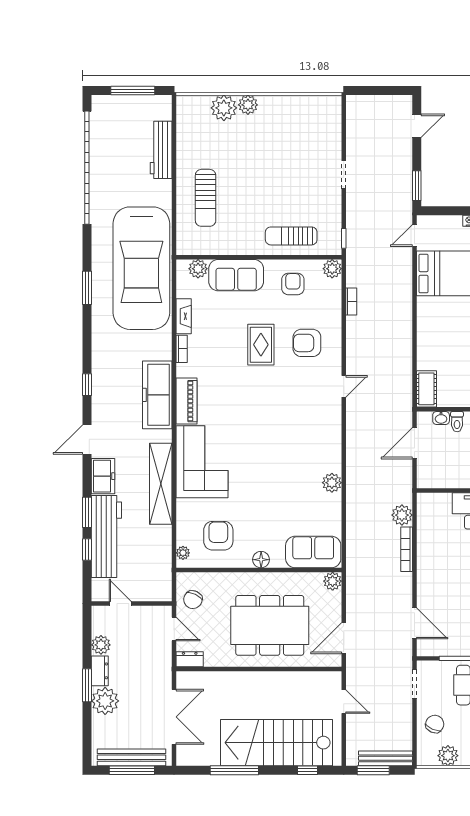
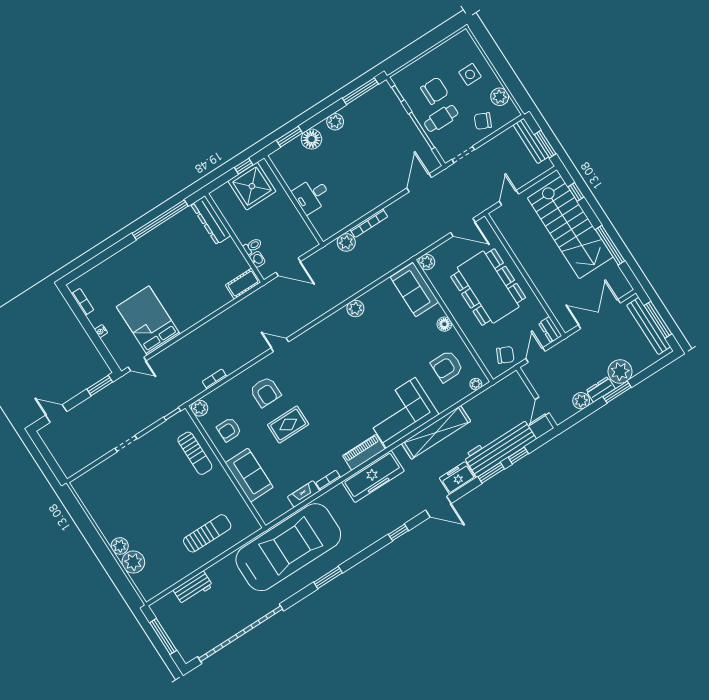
workbench: (161, 150) -> (193, 588), width x0.73
plant: (198, 269) -> (262, 506), removed

